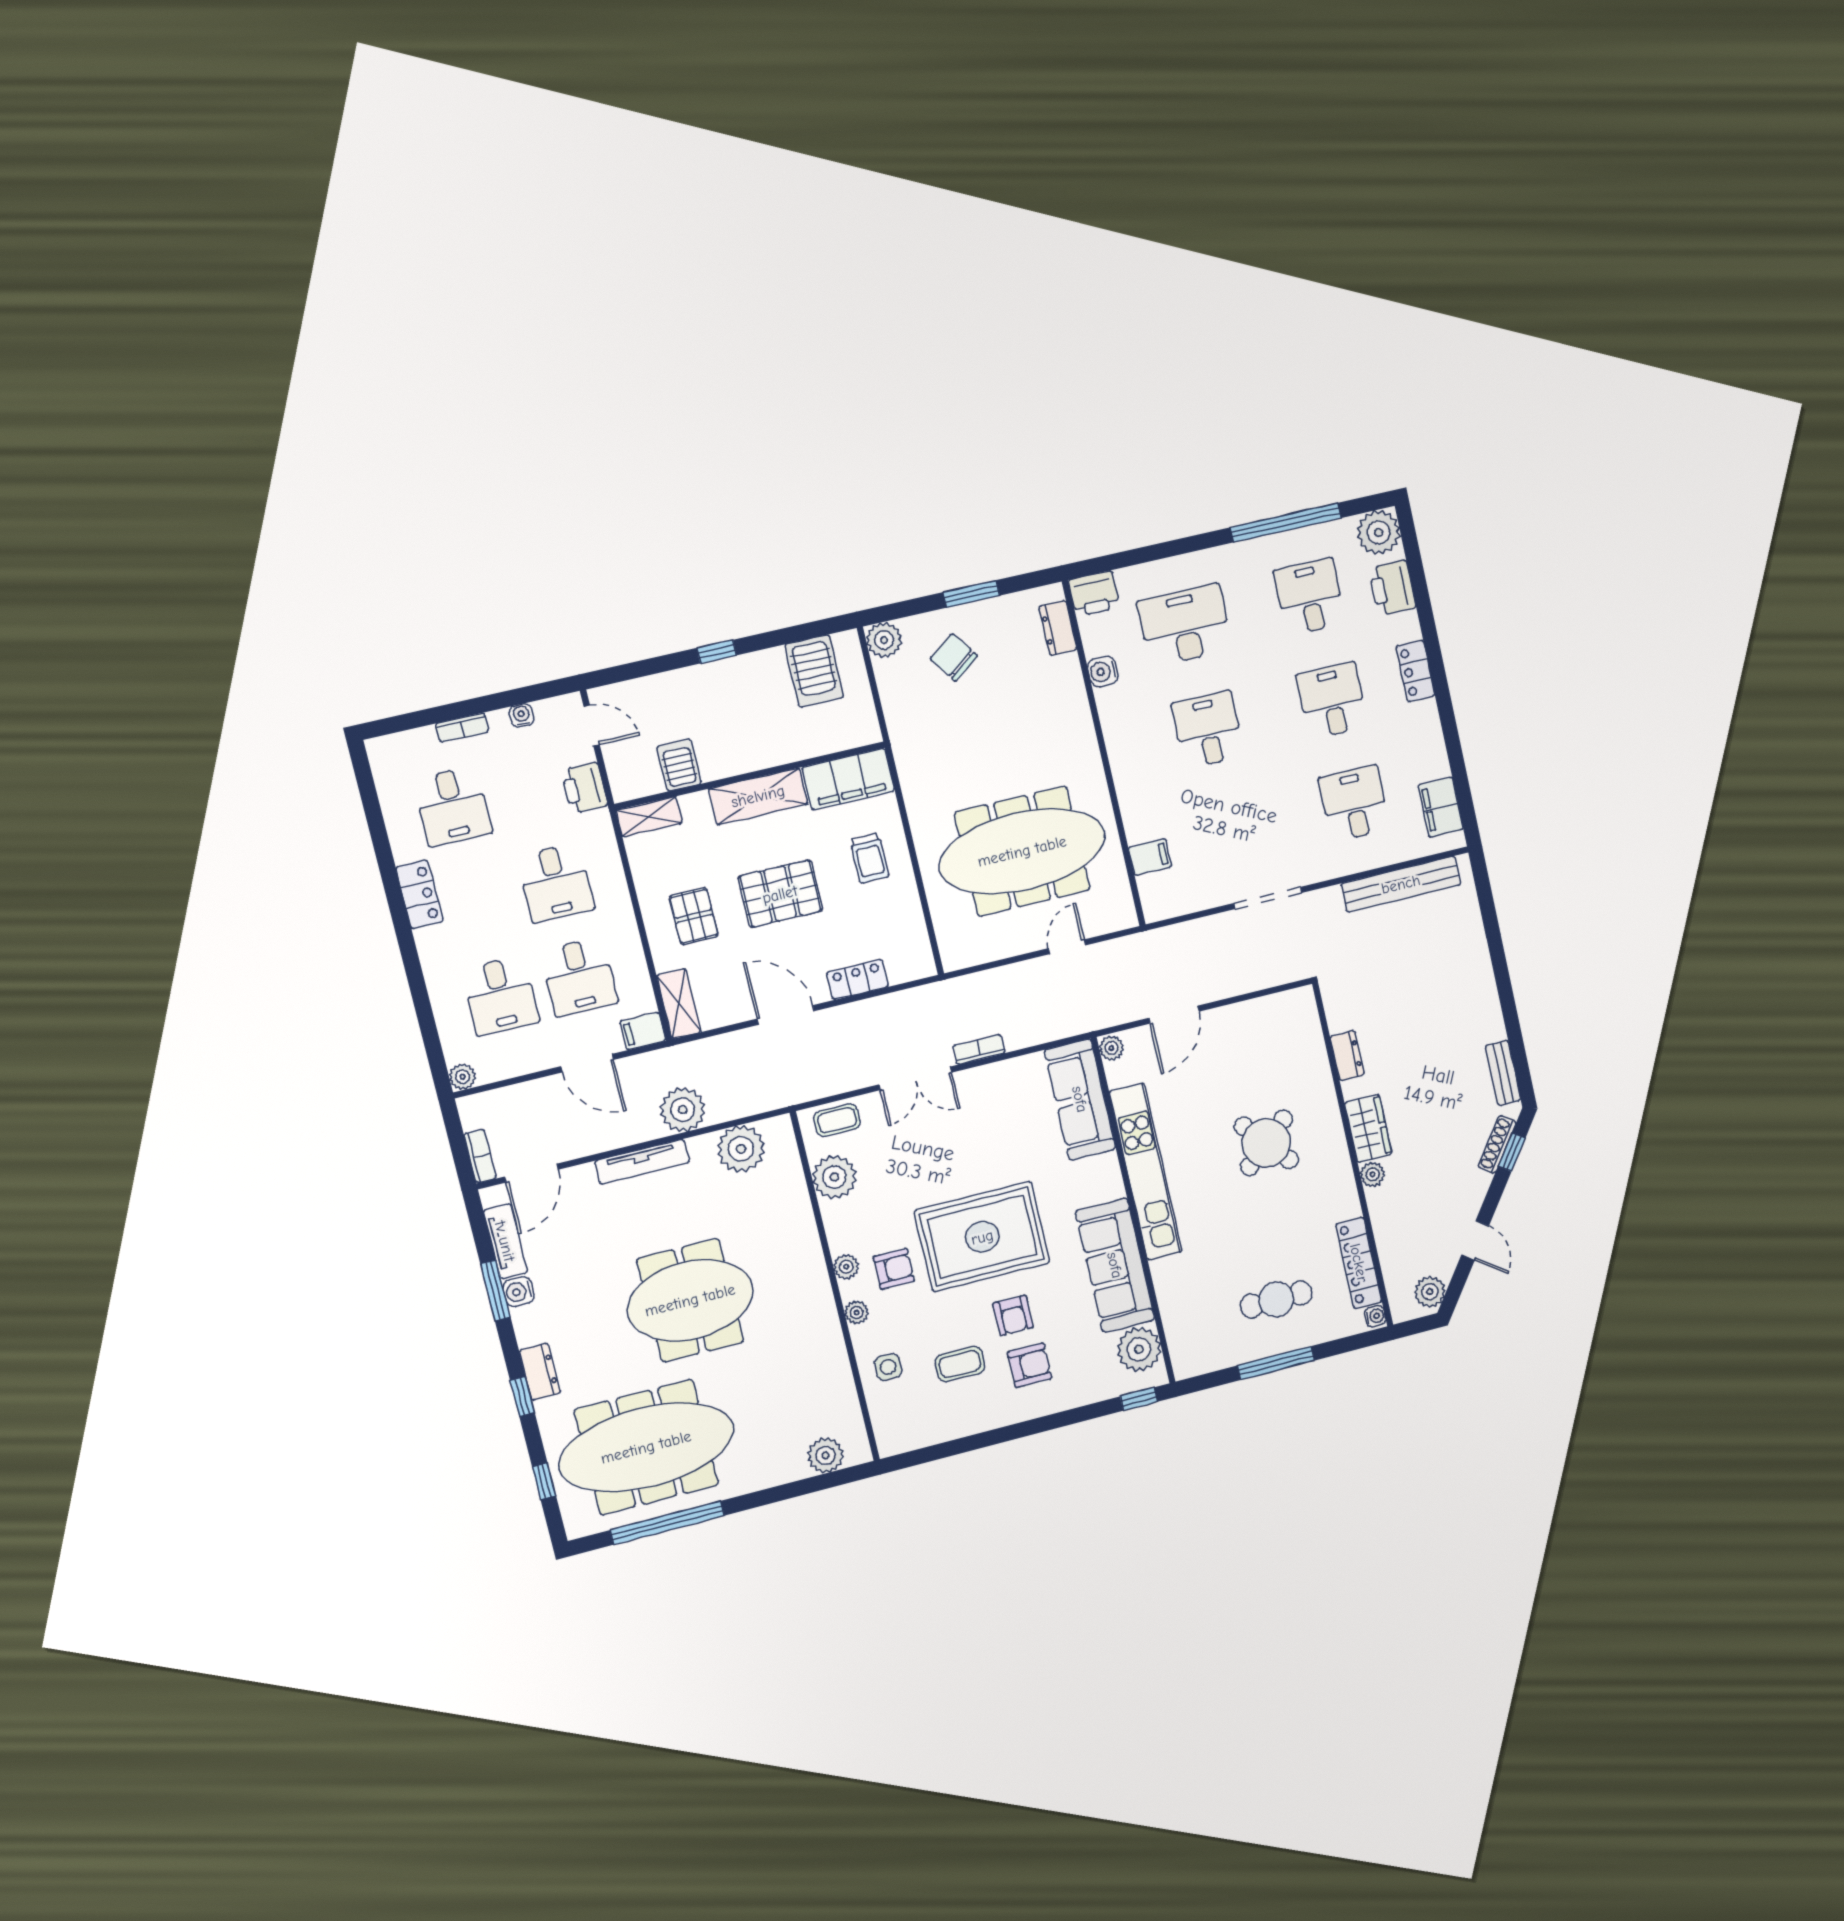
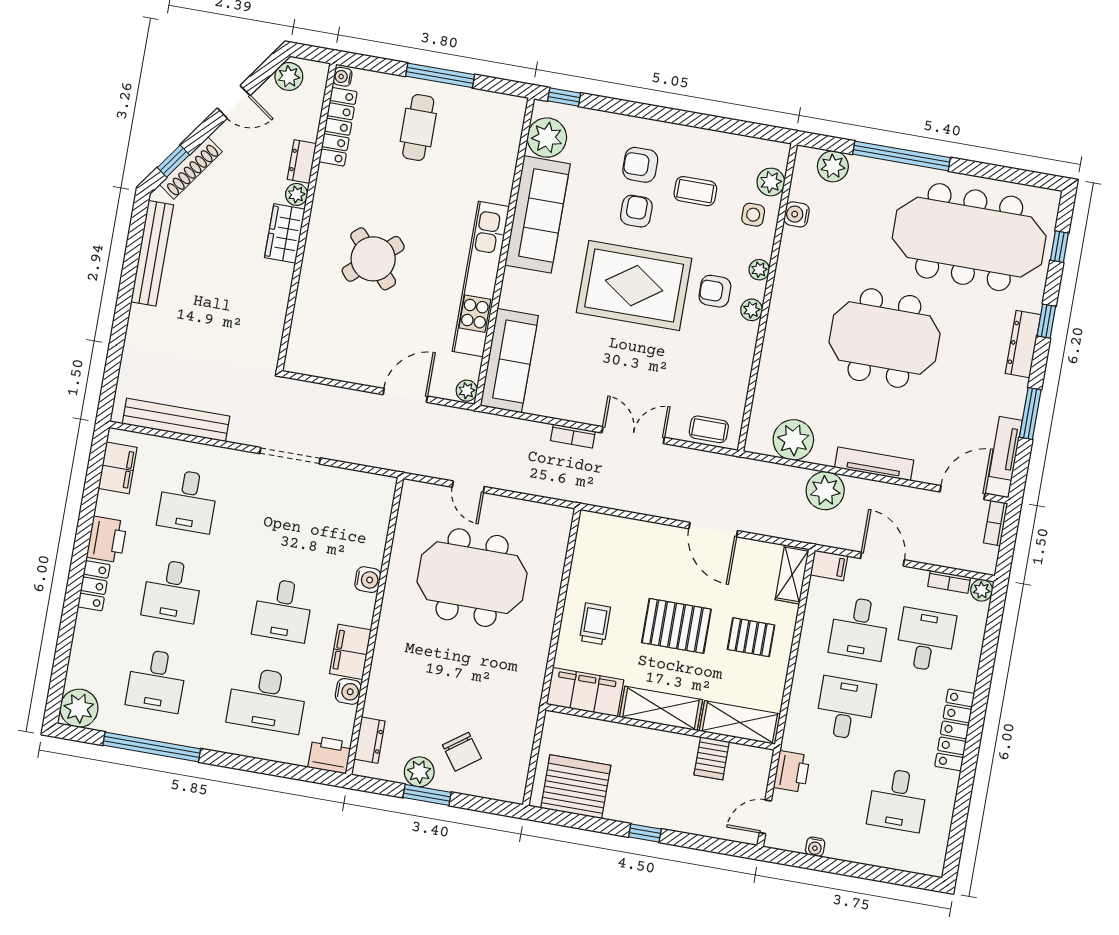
printer: (1392, 588) -> (107, 539), moved
plant: (884, 640) -> (419, 772), moved
server rack: (814, 671) -> (576, 787), width x1.60
door: (592, 726) -> (765, 817), hinge flipped
bookcase: (462, 728) -> (949, 582), moved, turned 180
water cooler: (1132, 801) -> (368, 580), added
desk: (453, 806) -> (898, 800), turned 180
shelving: (649, 817) -> (740, 723), width x1.50, depth x1.33
meeting table: (1022, 851) -> (472, 578), width x0.73
filing cabinet: (1150, 857) -> (350, 652), moved, width x2.00
locker: (419, 894) -> (955, 730), width x1.53
pallet: (694, 916) -> (751, 637), turned 90
door: (1067, 947) -> (468, 487), hinge flipped
desk: (579, 977) -> (859, 628), turned 180
locker: (857, 979) -> (645, 533), removed
dresser: (1347, 1056) -> (302, 161), moved
bench: (1503, 1073) -> (152, 253), width x1.86, depth x1.21
shoe rack: (1497, 1144) -> (191, 168), width x1.36, depth x1.24
plant: (834, 1177) -> (771, 182), moved, width x0.73, depth x0.73
door: (1475, 1240) -> (234, 102), swing flipped
water cooler: (519, 1292) -> (797, 214), moved, turned 180
cafe table: (1276, 1300) -> (418, 127), turned 90
dresser: (540, 1372) -> (1023, 344), width x1.44
window: (667, 1523) -> (902, 156), moved

